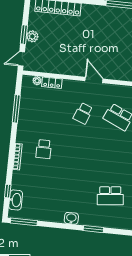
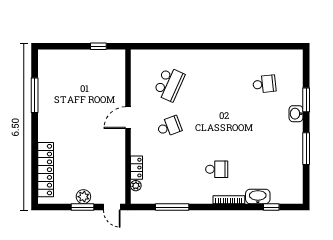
school desk: (83, 113) -> (169, 127), turned -42
school desk: (110, 196) -> (264, 84), width x0.54
washbasin: (16, 200) -> (258, 196), moved
washbasin: (71, 218) -> (296, 114), moved
window: (24, 222) -> (306, 149), moved

